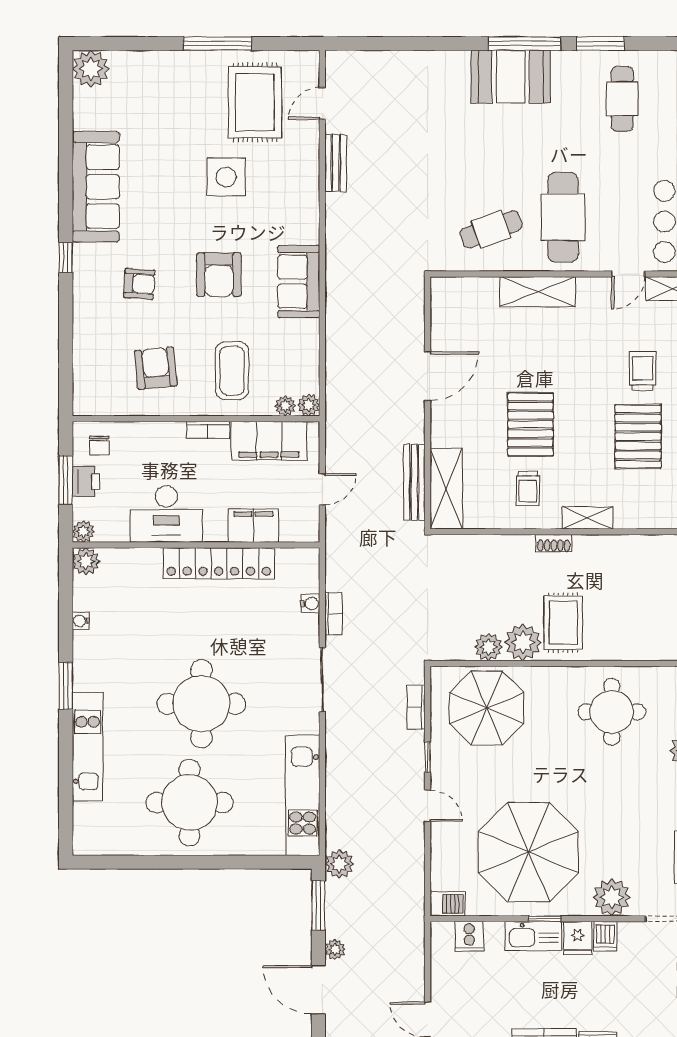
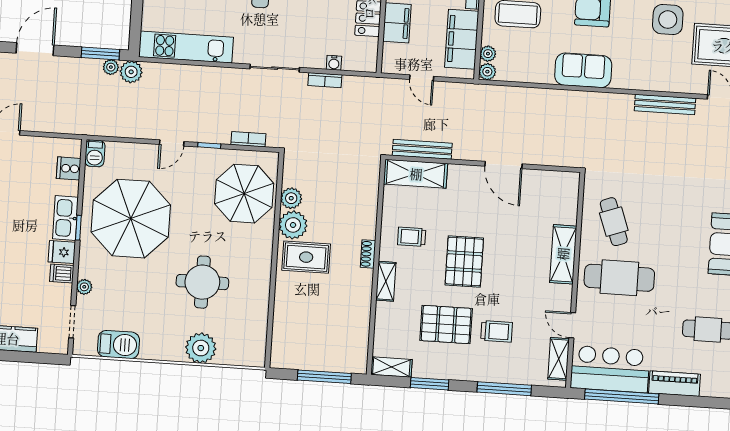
bench: (336, 163) -> (665, 105), width x1.36
pallet: (530, 424) -> (464, 262), moved, turned 90
round table: (612, 712) -> (202, 282), moved
plant: (612, 897) -> (84, 287), width x0.53, depth x0.53
plant: (335, 949) -> (111, 67), moved

